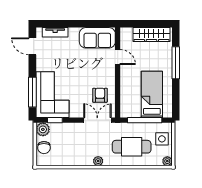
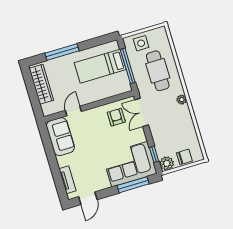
armchair: (100, 95) -> (116, 117), turned 90
plant: (167, 161) -> (161, 31), removed

